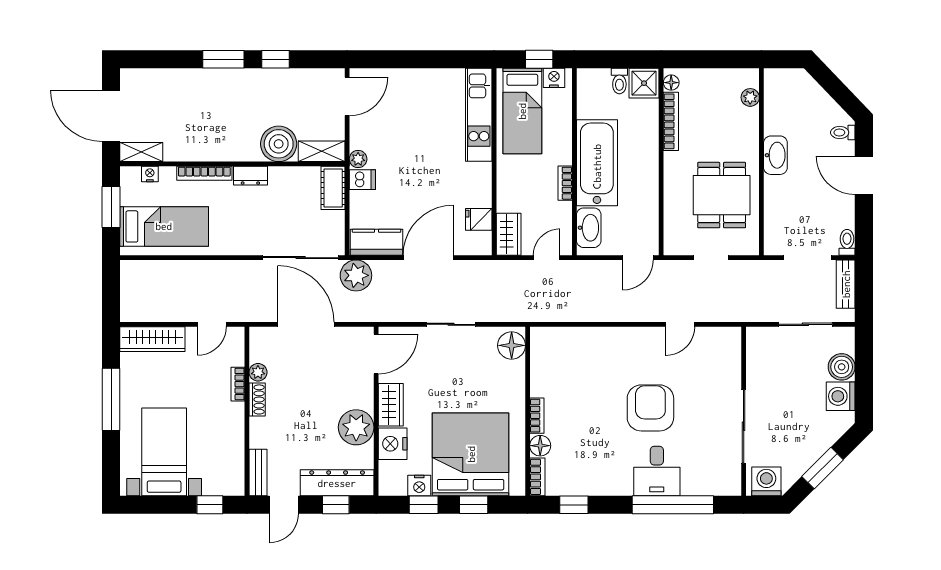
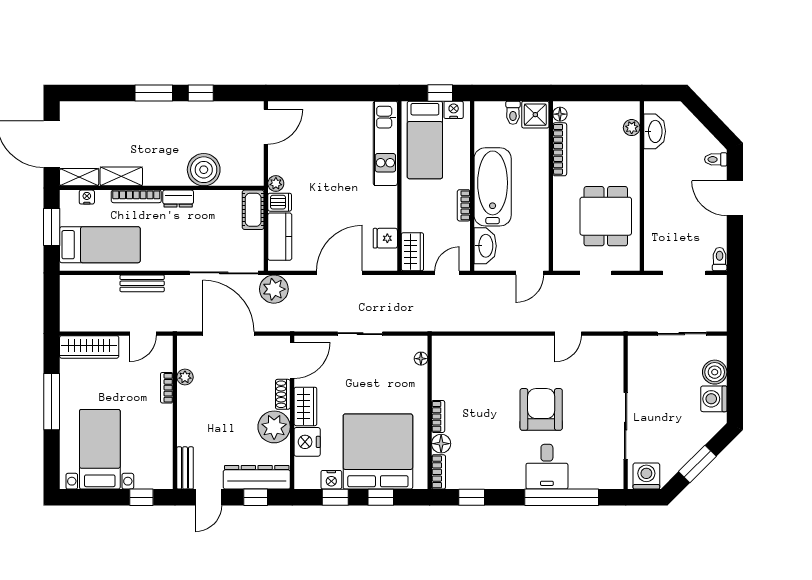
shelving: (322, 151) -> (121, 176), moved
washbasin: (775, 155) -> (655, 131), moved
kitchen counter: (377, 242) -> (280, 237), moved, turned 90
bench: (846, 284) -> (142, 283), moved, turned 90
floor lamp: (512, 345) -> (421, 359), width x0.53, depth x0.53
shoe rack: (257, 399) -> (283, 394), moved, turned 180

